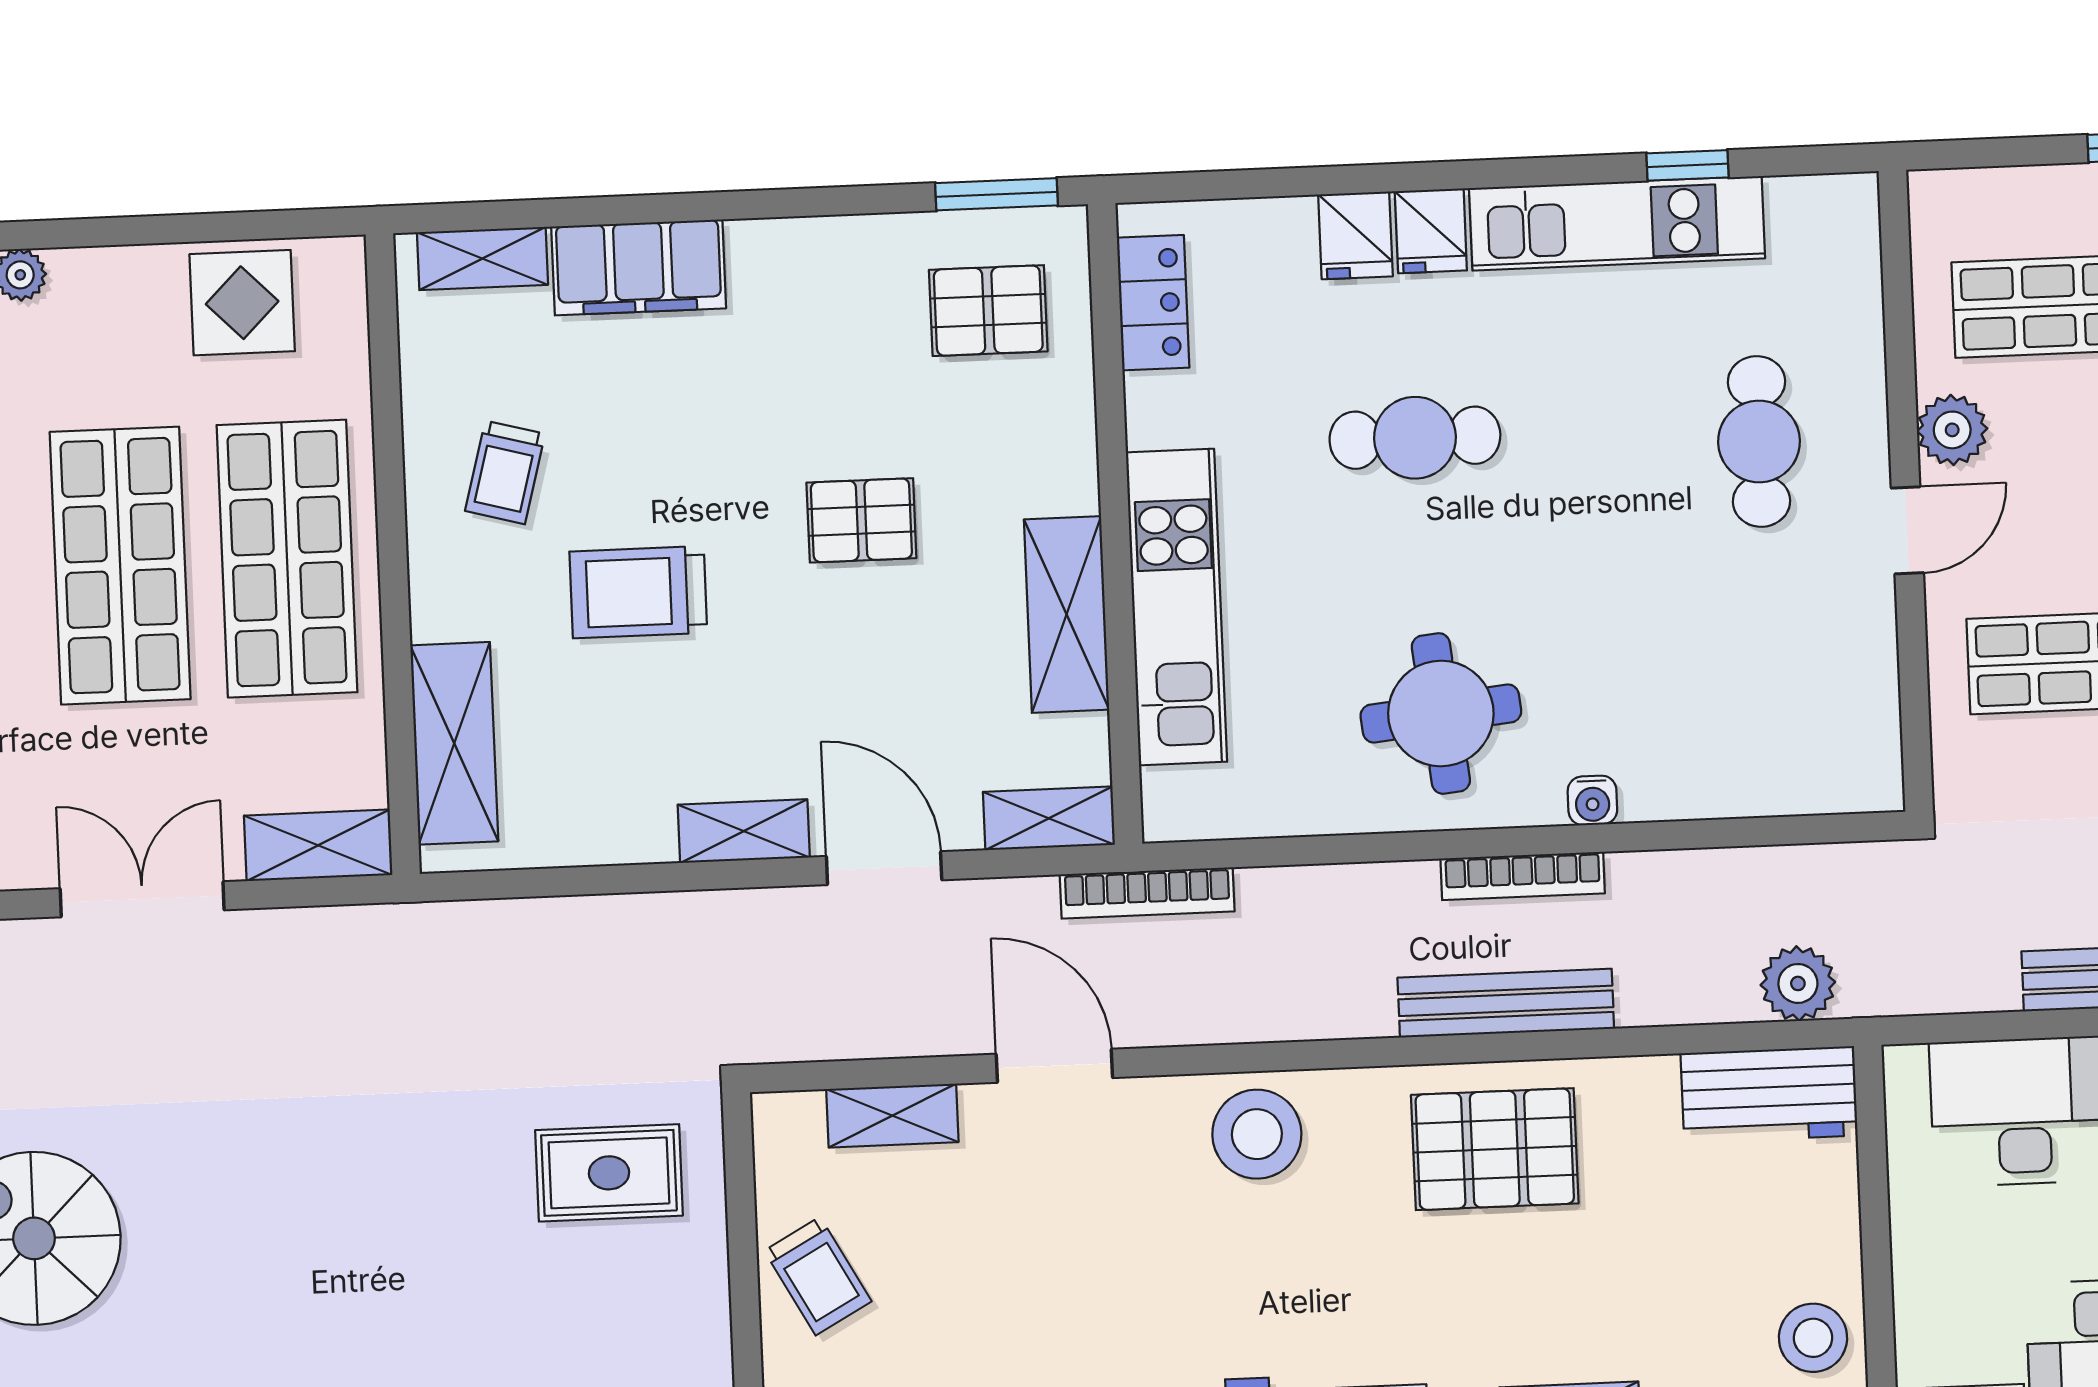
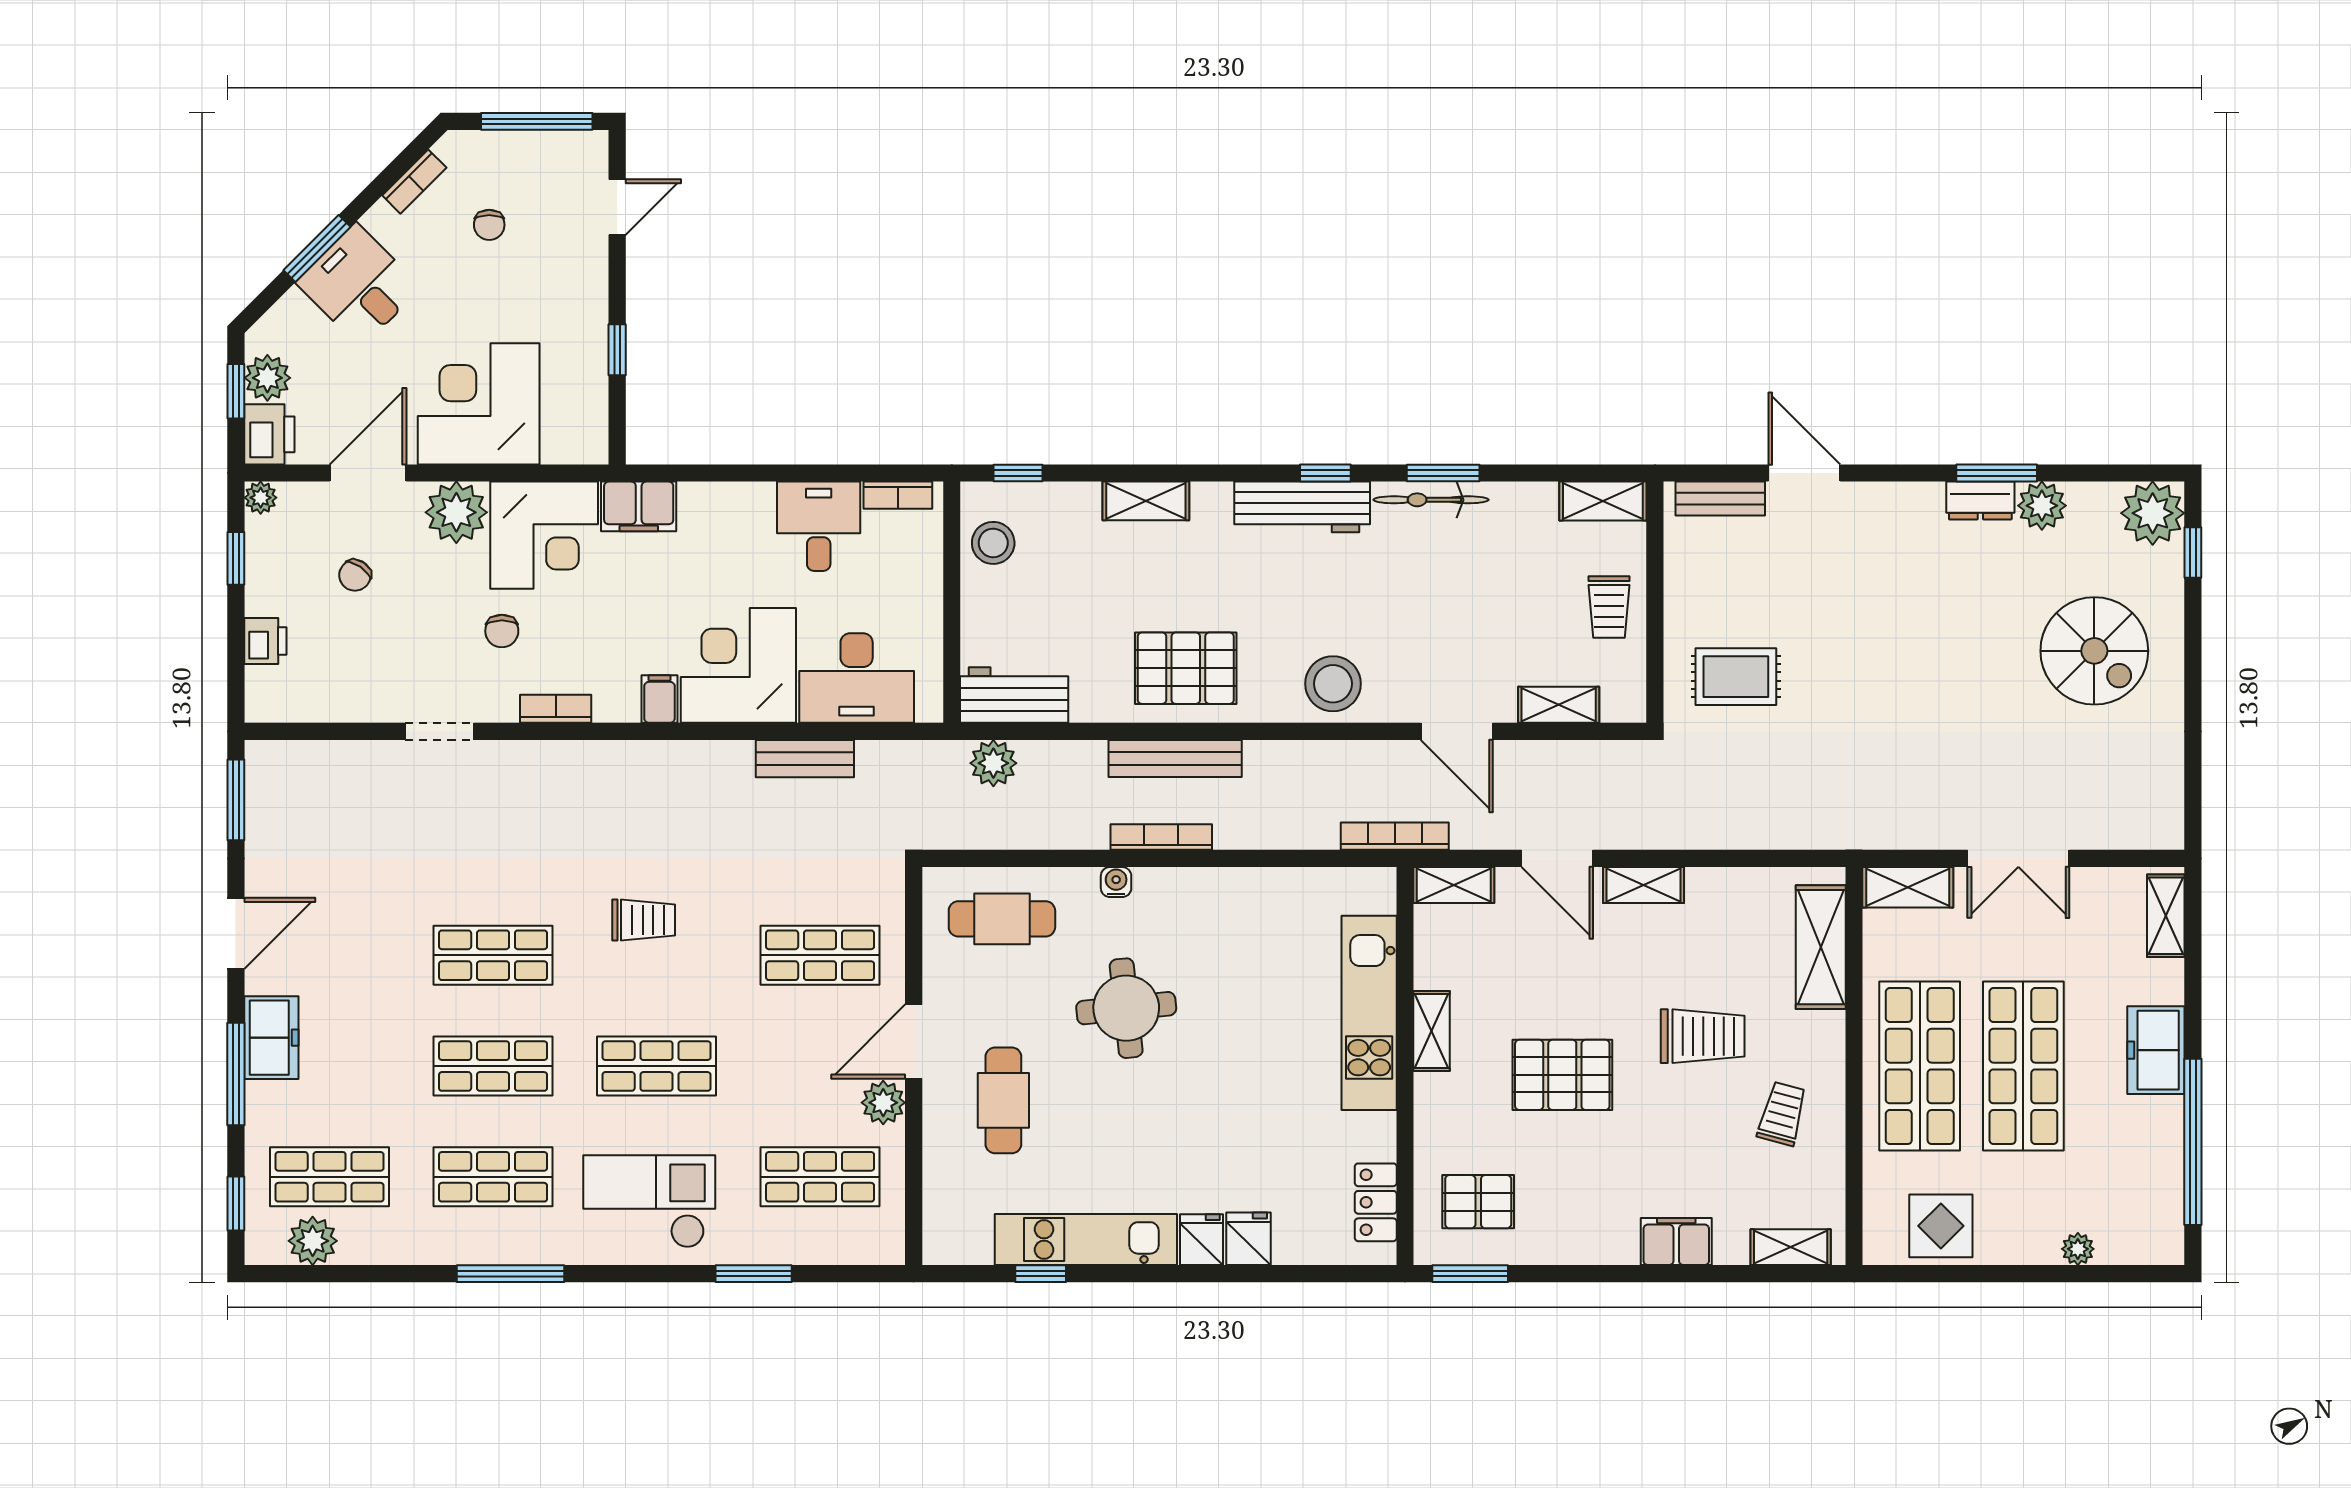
filing cabinet: (639, 267) -> (1676, 1241), width x0.67, depth x0.86
cafe table: (1415, 438) -> (1002, 919), moved
pallet: (861, 520) -> (1562, 1075), width x1.50, depth x1.42
door: (1907, 530) -> (914, 1041), width x1.38
shelving: (1067, 615) -> (1432, 1031), width x0.67, depth x0.75
round table: (1441, 713) -> (1126, 1008), moved
trolley: (818, 1276) -> (1609, 607), turned -151

